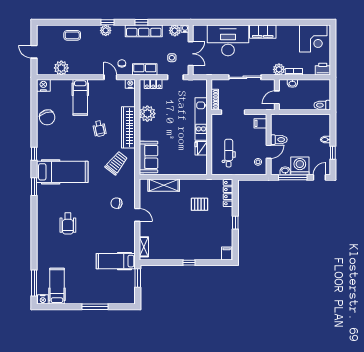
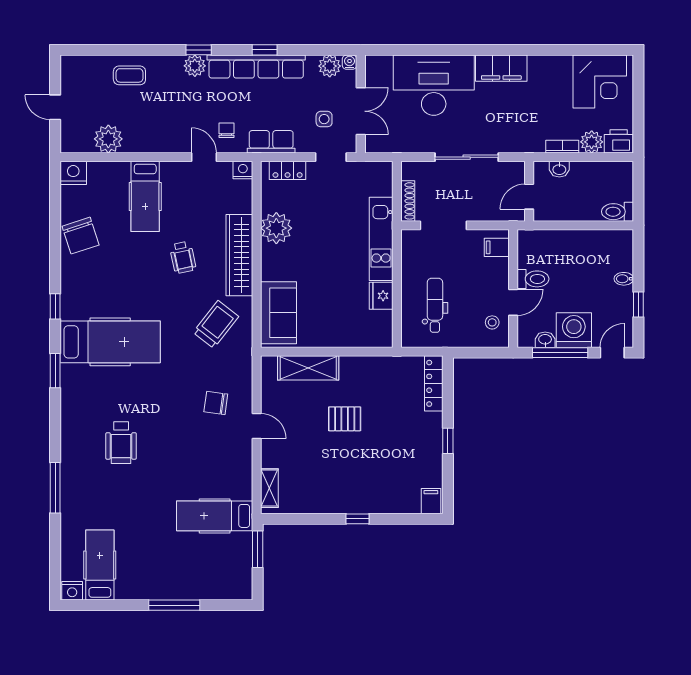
row of seats: (144, 31) -> (256, 67), width x1.36
plant: (279, 69) -> (592, 142), moved
pallet: (199, 204) -> (345, 419), moved
window: (34, 283) -> (55, 488), moved

